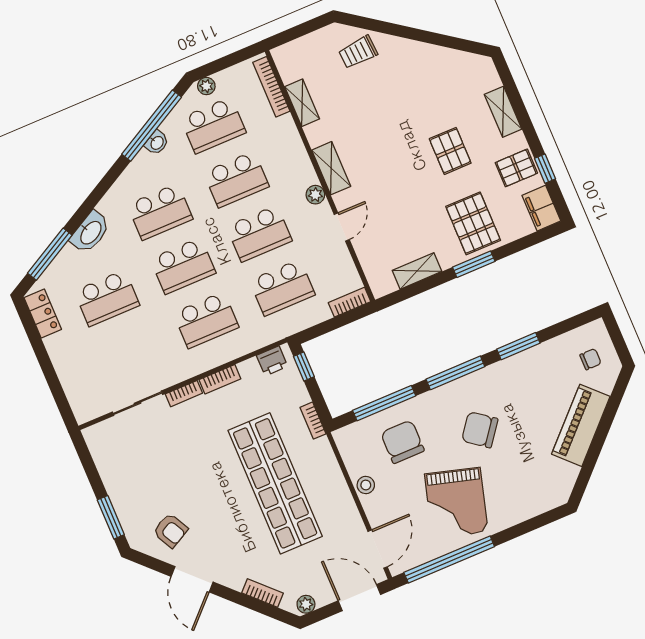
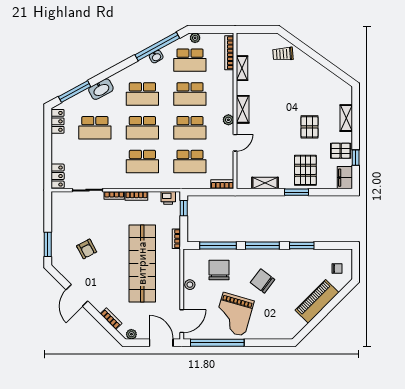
locker: (80, 401) -> (58, 176), added
armchair: (170, 531) -> (87, 249), moved

